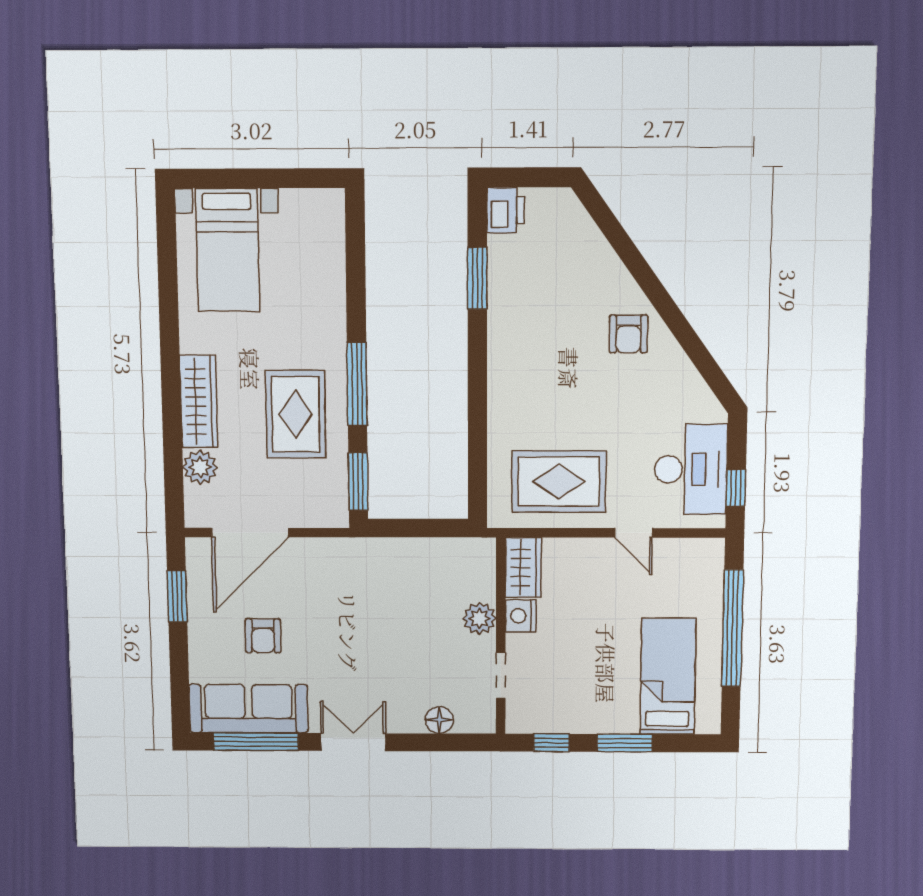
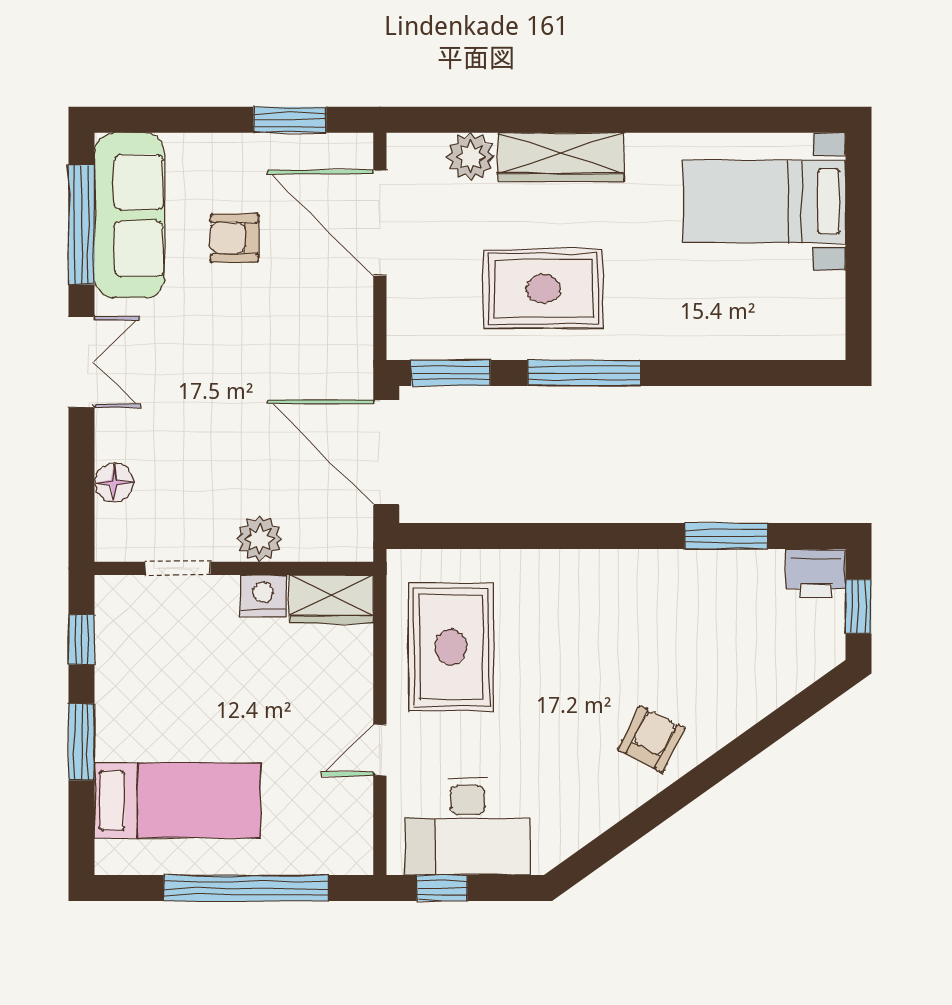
window: (530, 177) -> (858, 606), added
armchair: (628, 334) -> (651, 739), turned 117
door: (417, 528) -> (386, 453), added

